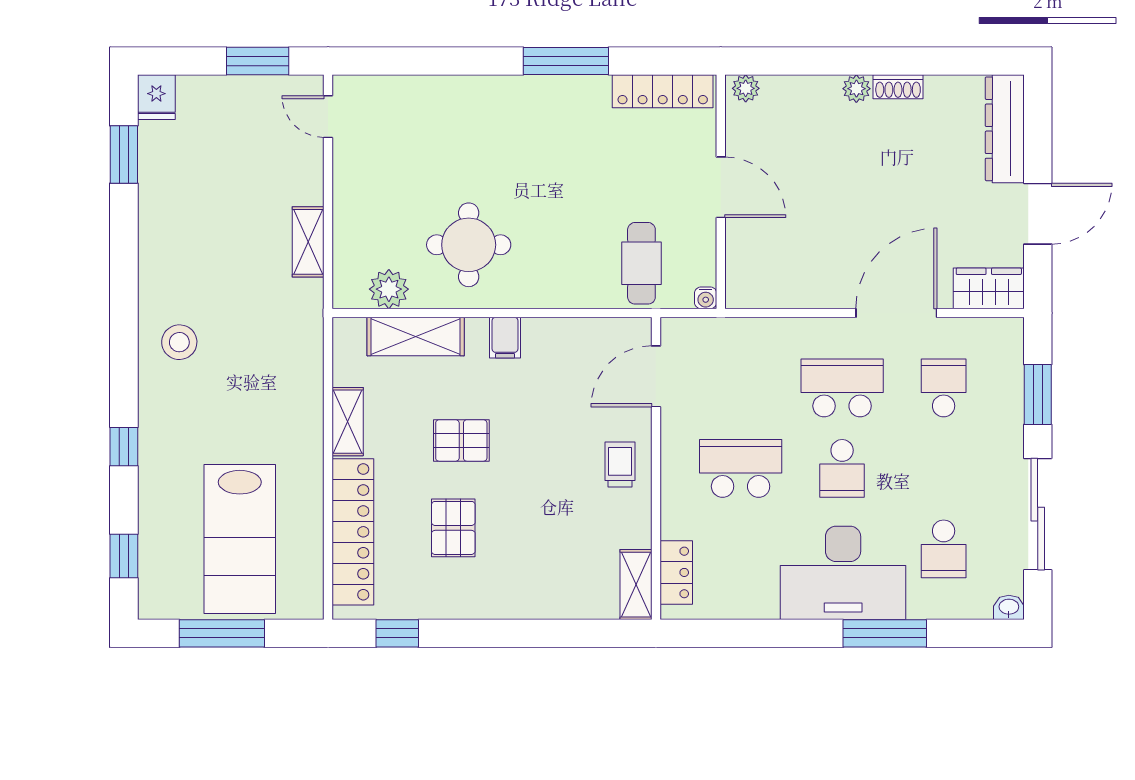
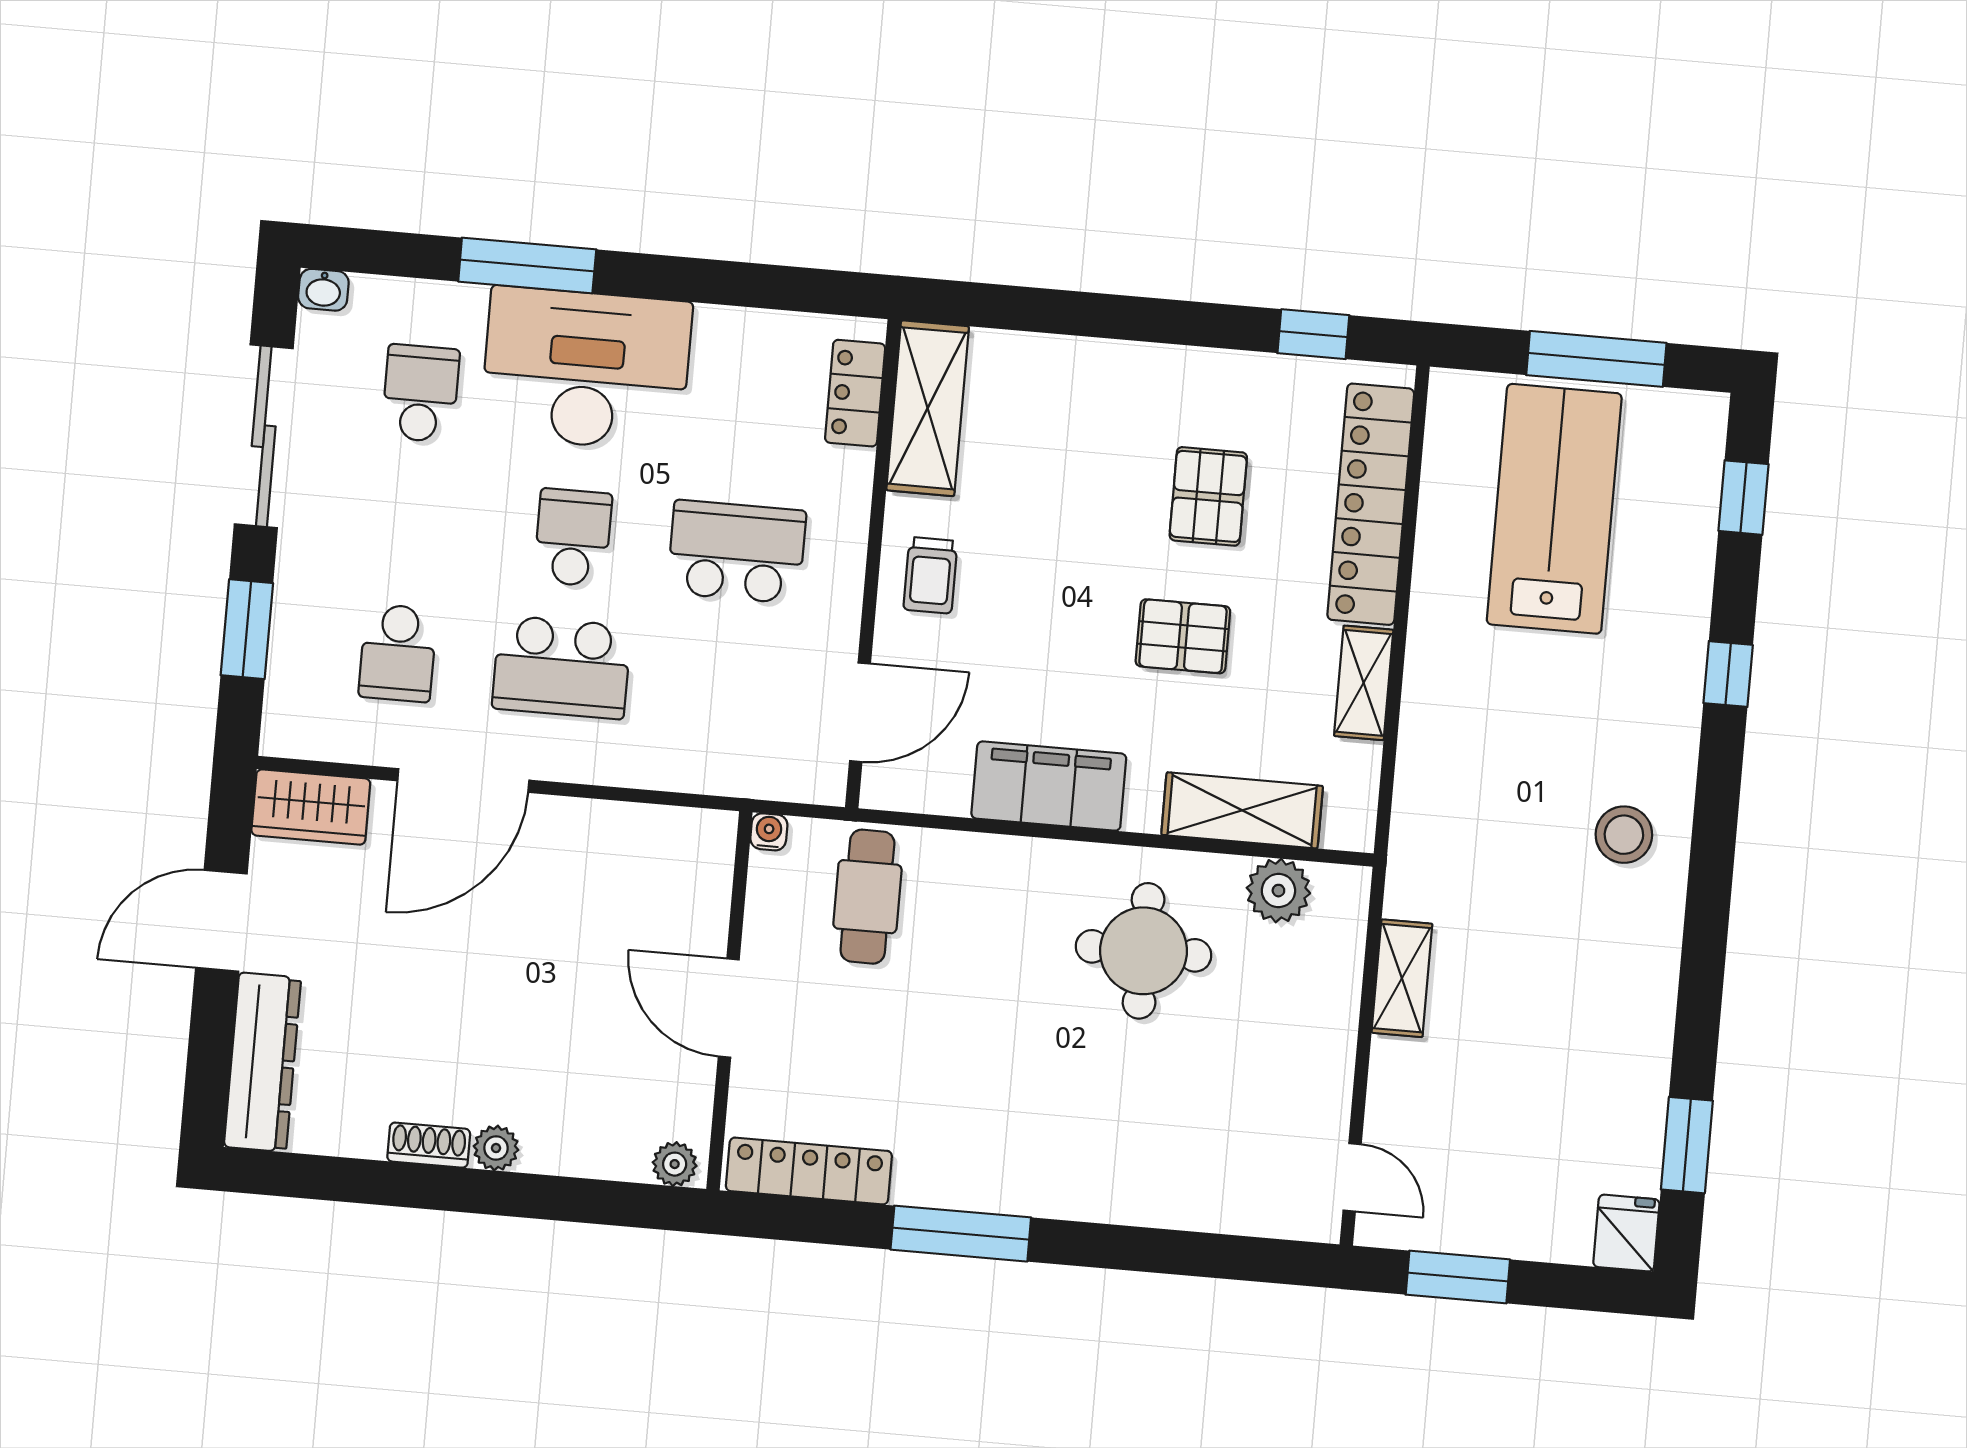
filing cabinet: (505, 338) -> (1049, 786), width x3.00, depth x1.17
school desk: (741, 468) -> (737, 552), turned 180
shelving: (636, 585) -> (928, 408), width x1.50, depth x1.33

